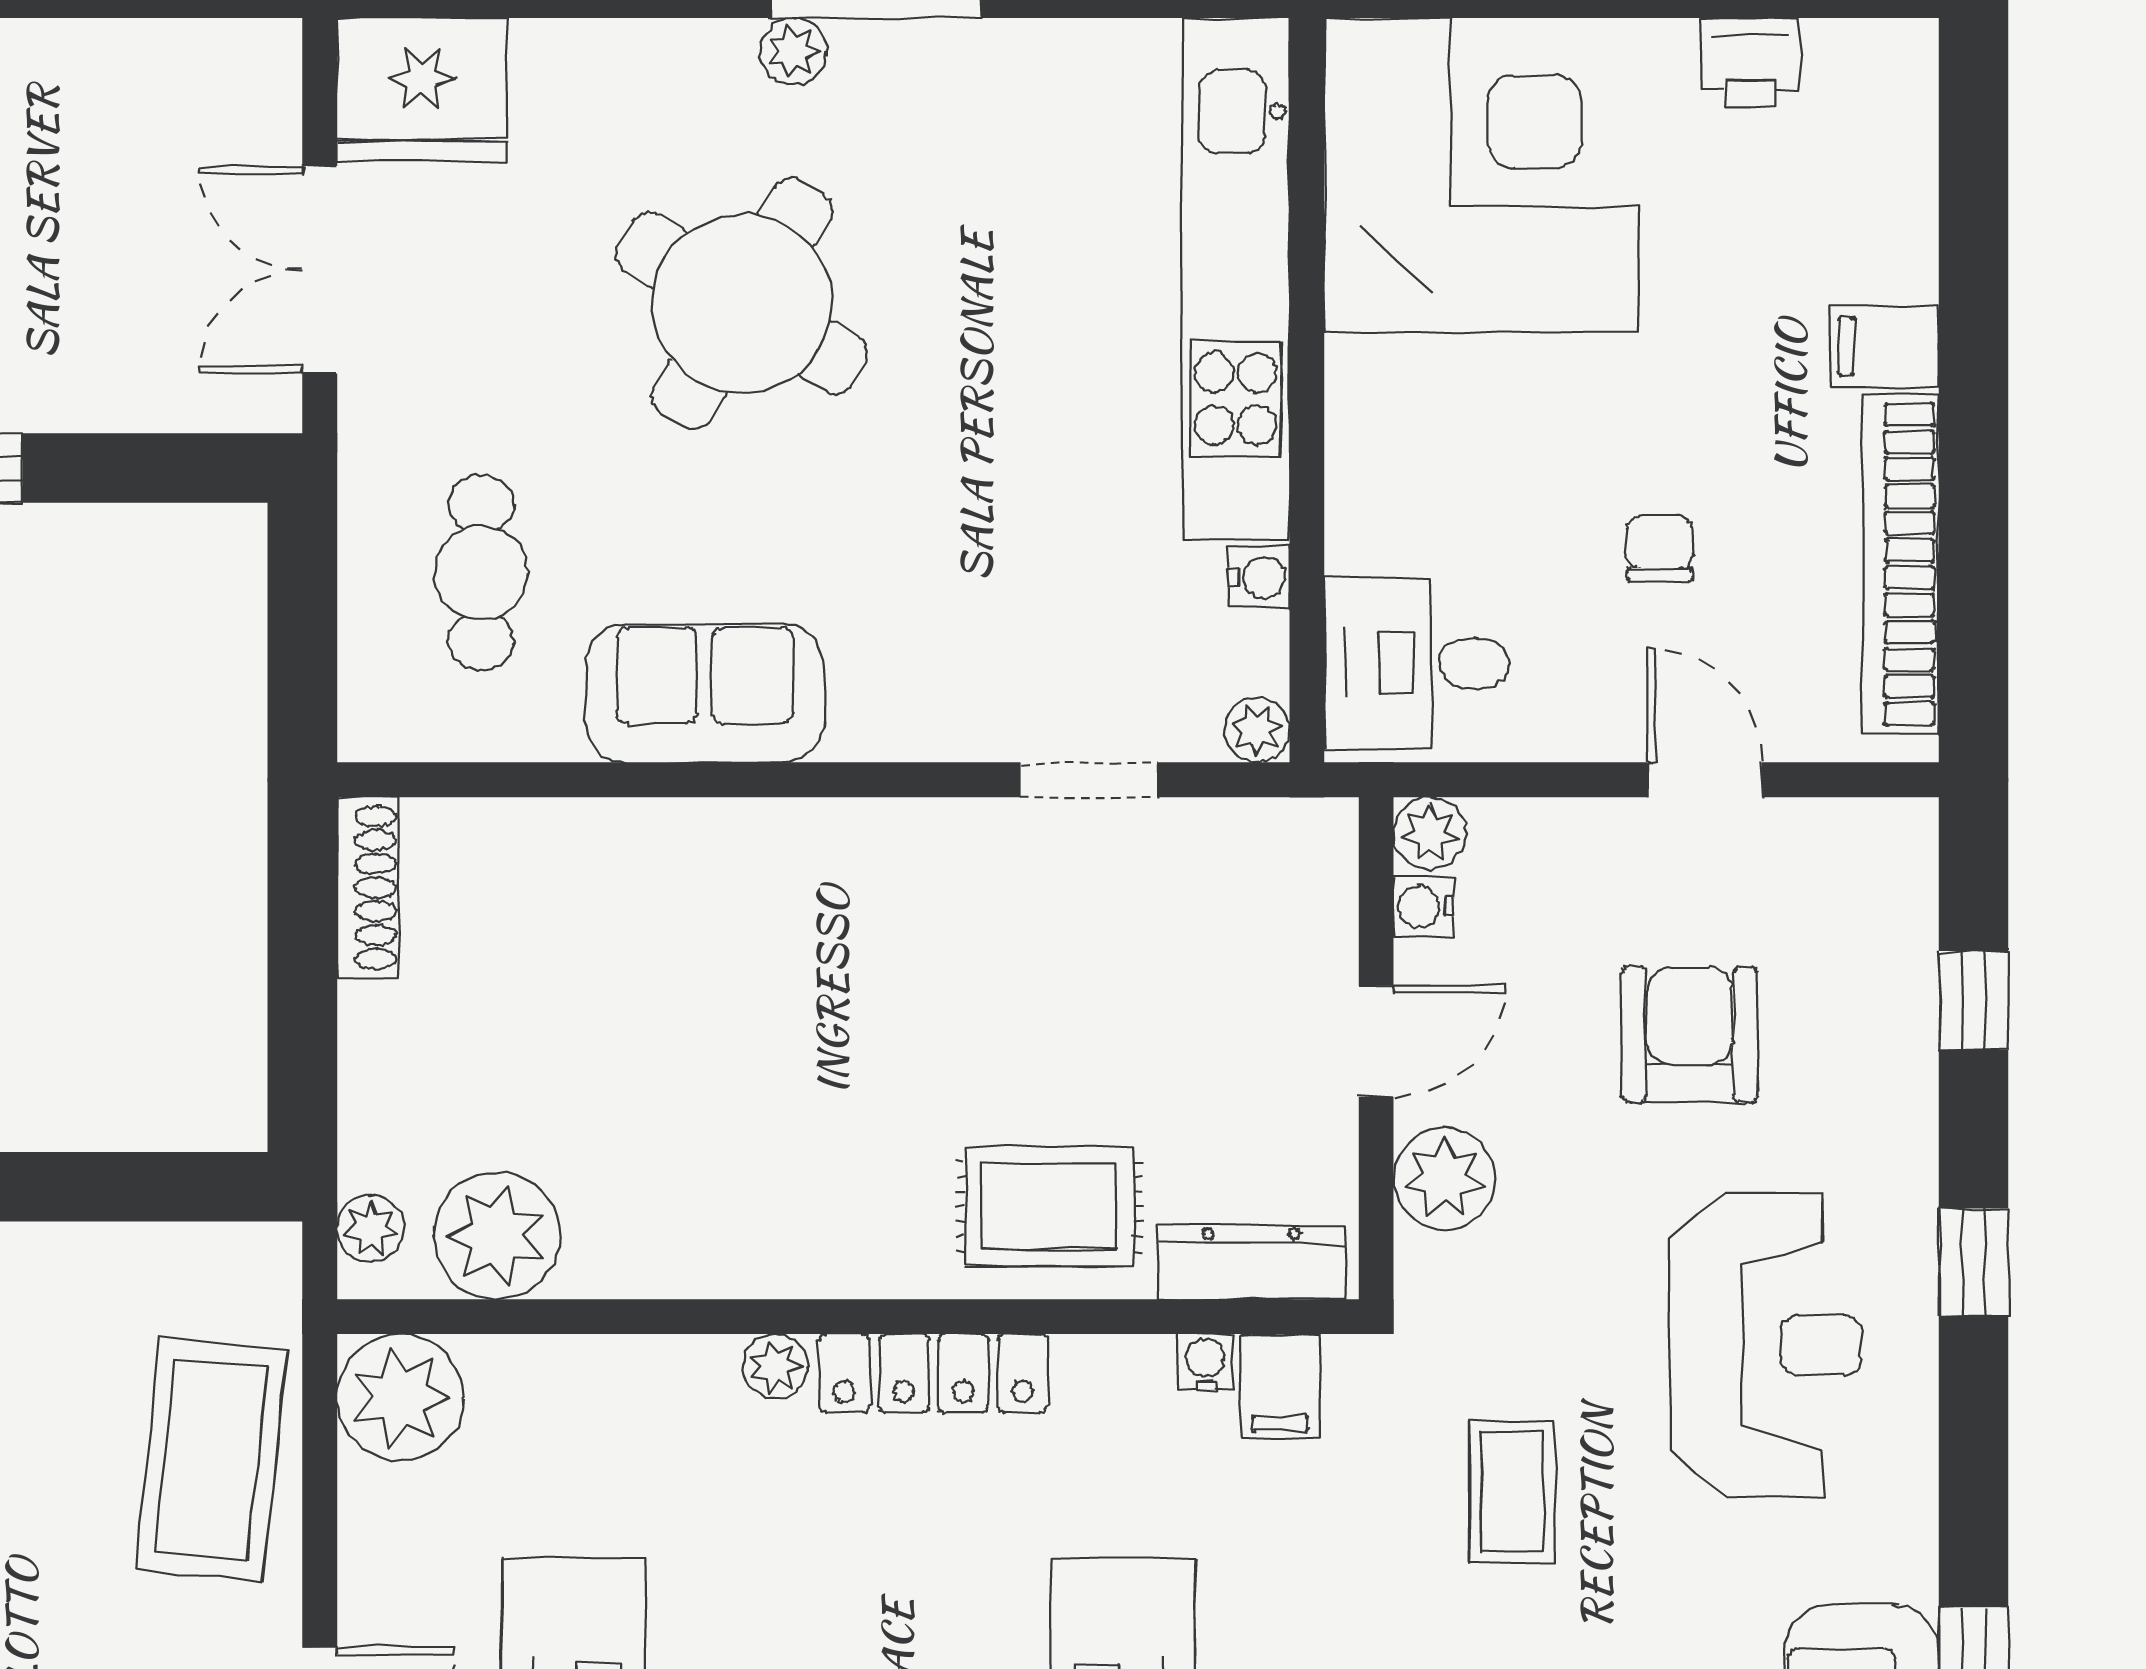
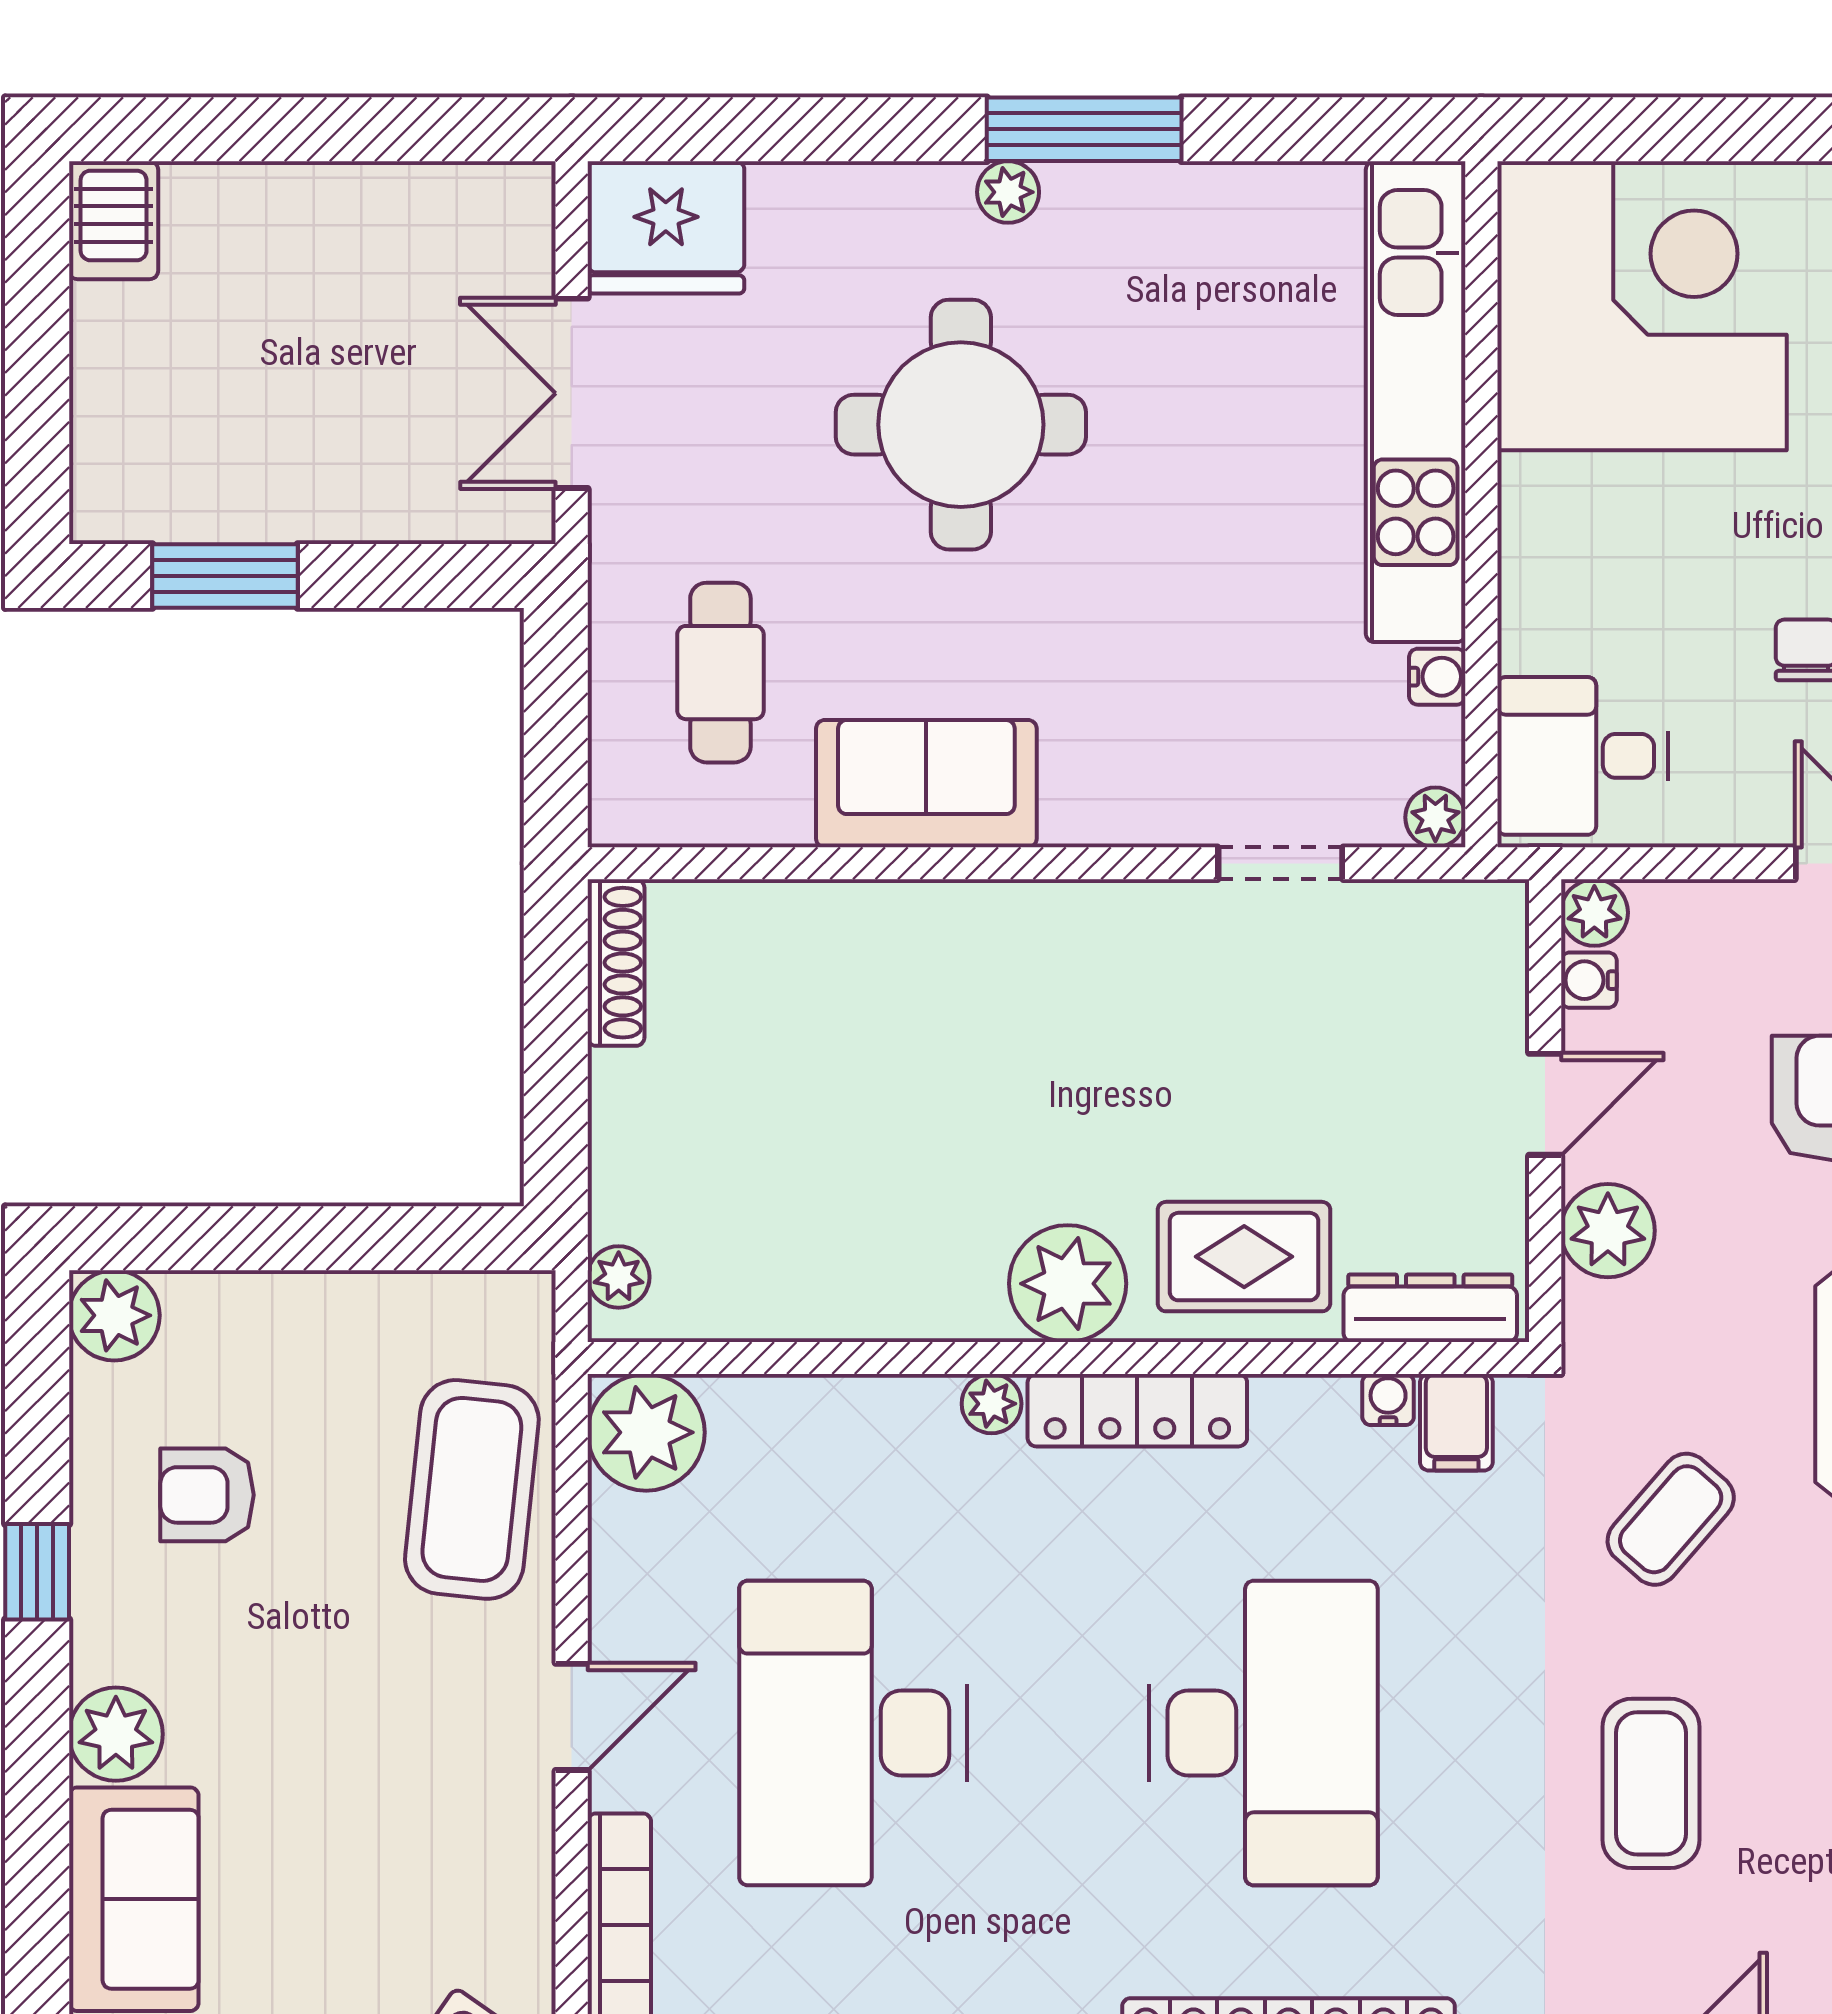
round table: (742, 304) -> (961, 425), turned -31
plant: (497, 1236) -> (1068, 1284), moved
coffee table: (1512, 1492) -> (1671, 1519), turned 41

